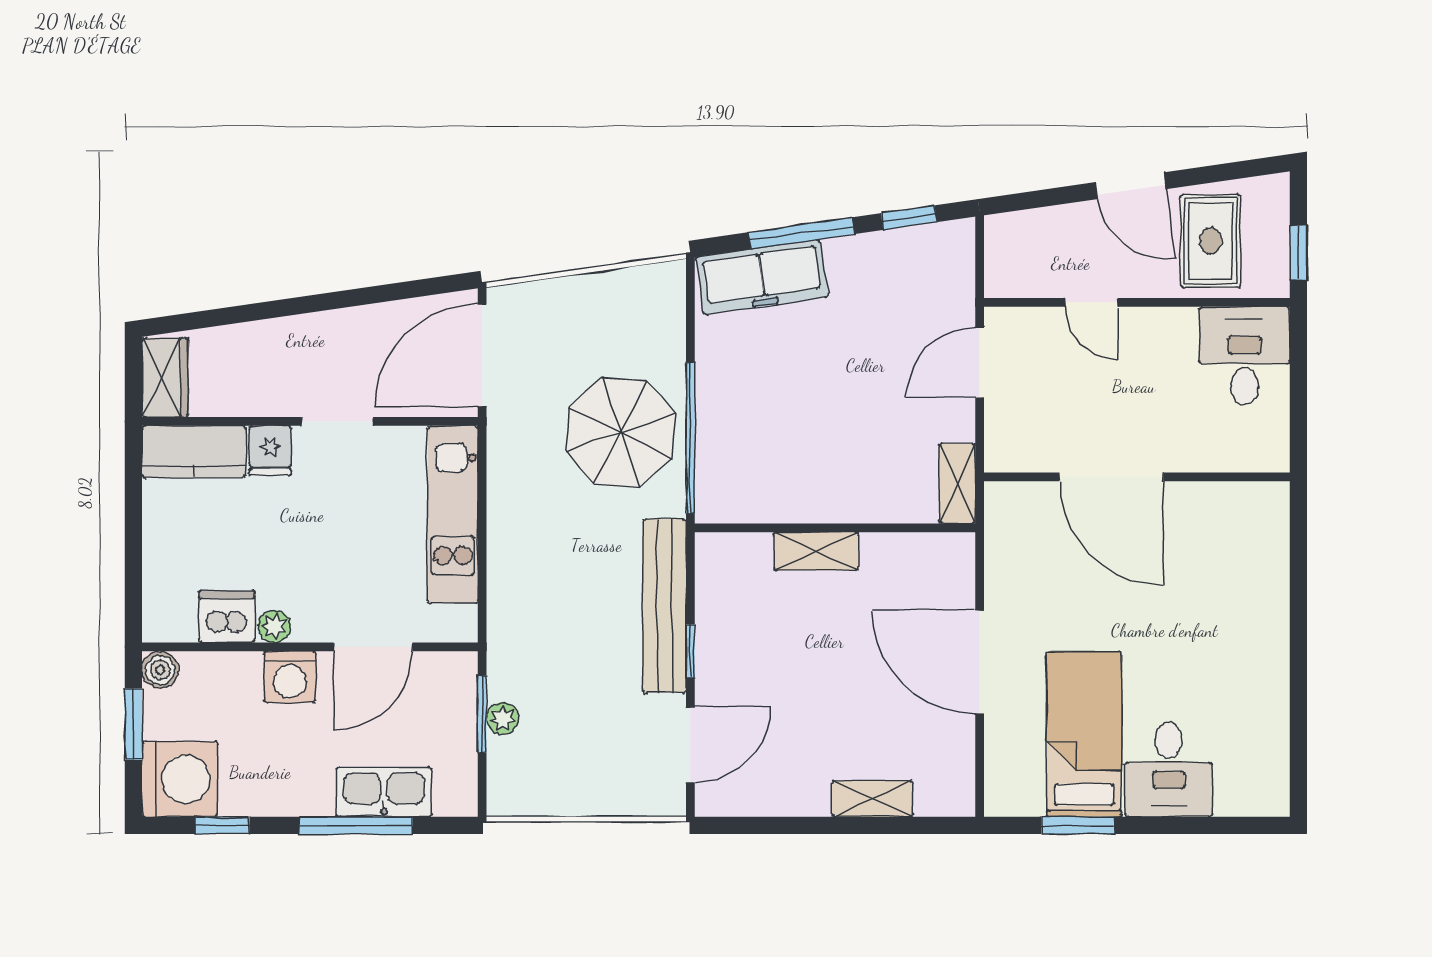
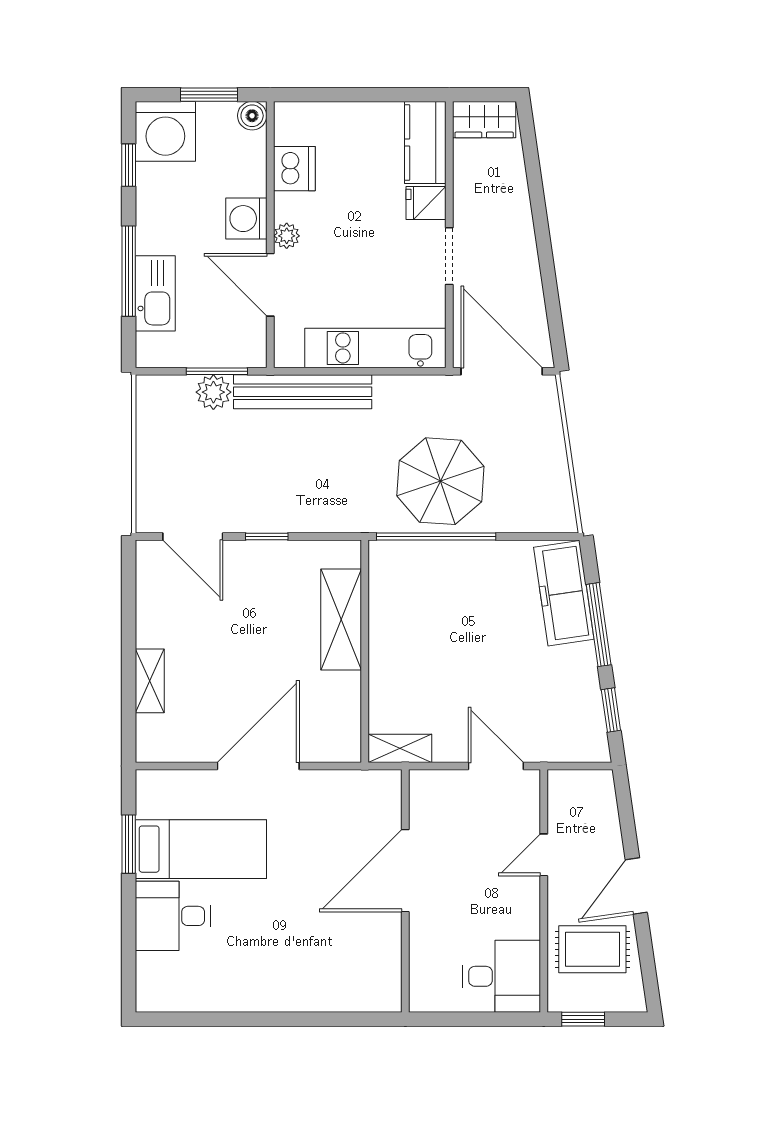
shelving: (816, 551) -> (341, 619), width x1.50, depth x1.33
bench: (665, 606) -> (303, 392), moved
plant: (274, 626) -> (287, 236), moved
plant: (502, 719) -> (213, 392), width x1.38, depth x1.38

